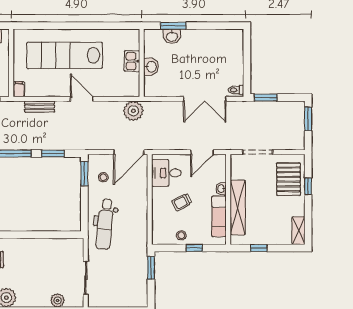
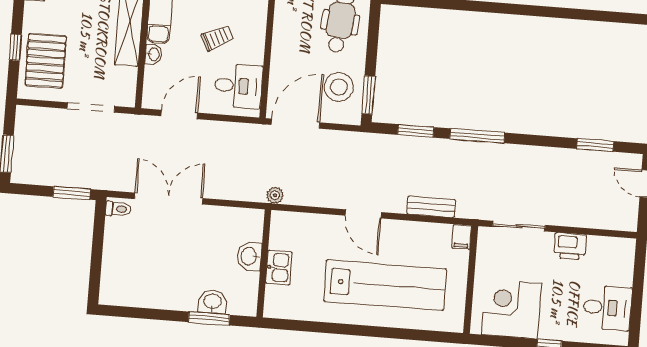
plant: (133, 111) -> (275, 195), width x0.53, depth x0.53
stool: (103, 177) -> (339, 87), width x1.89, depth x1.89

